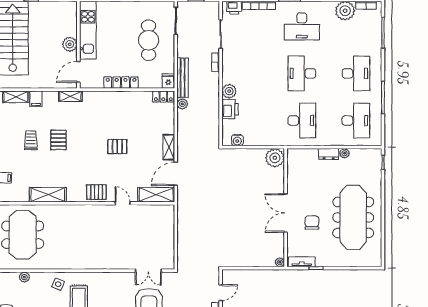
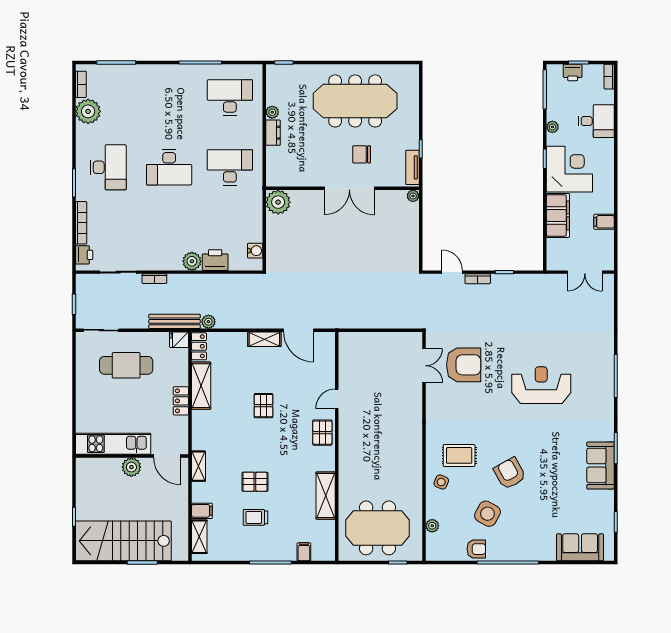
desk: (356, 73) -> (169, 97), removed
locker: (121, 83) -> (181, 401), width x0.66
shelving: (156, 195) -> (201, 386), moved

